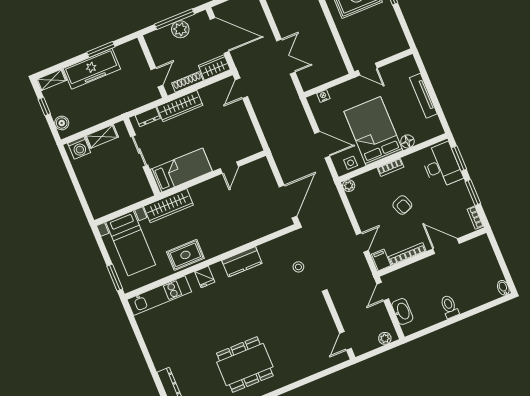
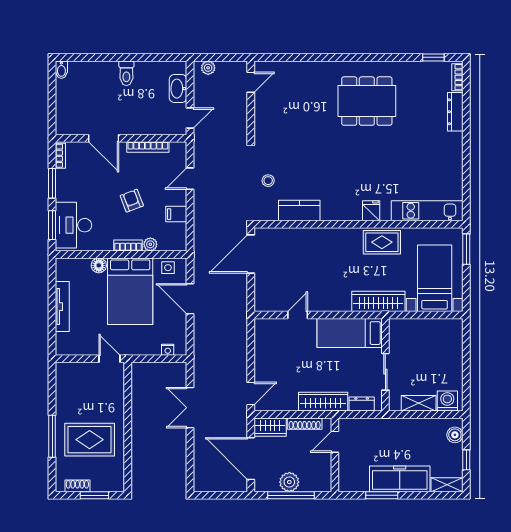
plant: (349, 186) -> (150, 244), moved
filing cabinet: (381, 260) -> (176, 214), moved, turned 90
kitchen counter: (242, 262) -> (299, 210), moved

